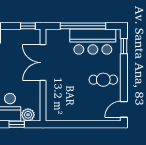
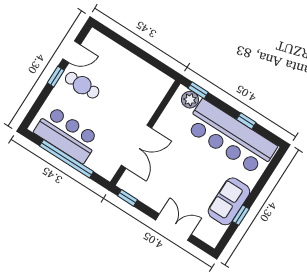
window: (124, 46) -> (56, 77), moved
door: (124, 109) -> (72, 52), moved
window: (17, 124) -> (198, 90), moved

